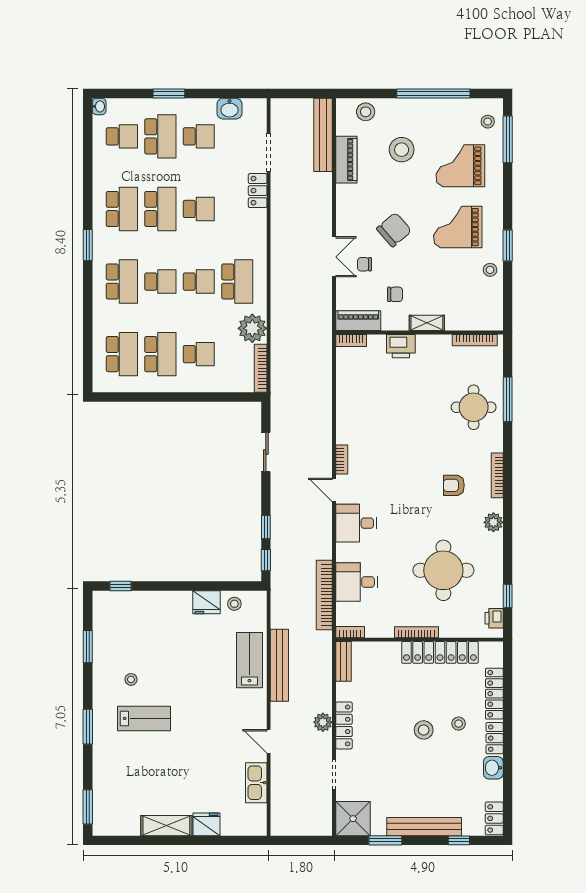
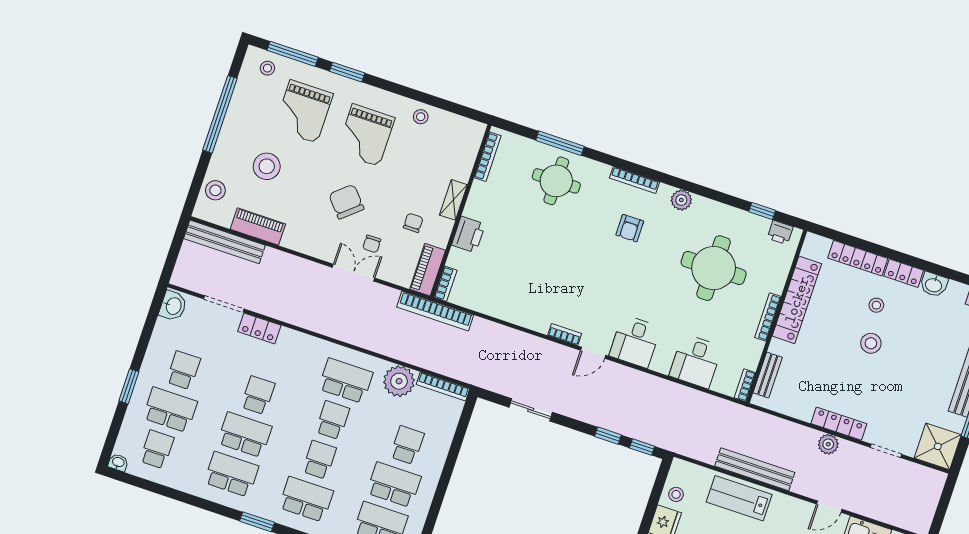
washbasin: (229, 109) -> (173, 306), moved
window: (508, 245) -> (347, 72), moved
bookcase: (324, 595) -> (435, 311), moved
bench: (343, 661) -> (768, 375), moved, turned 90

